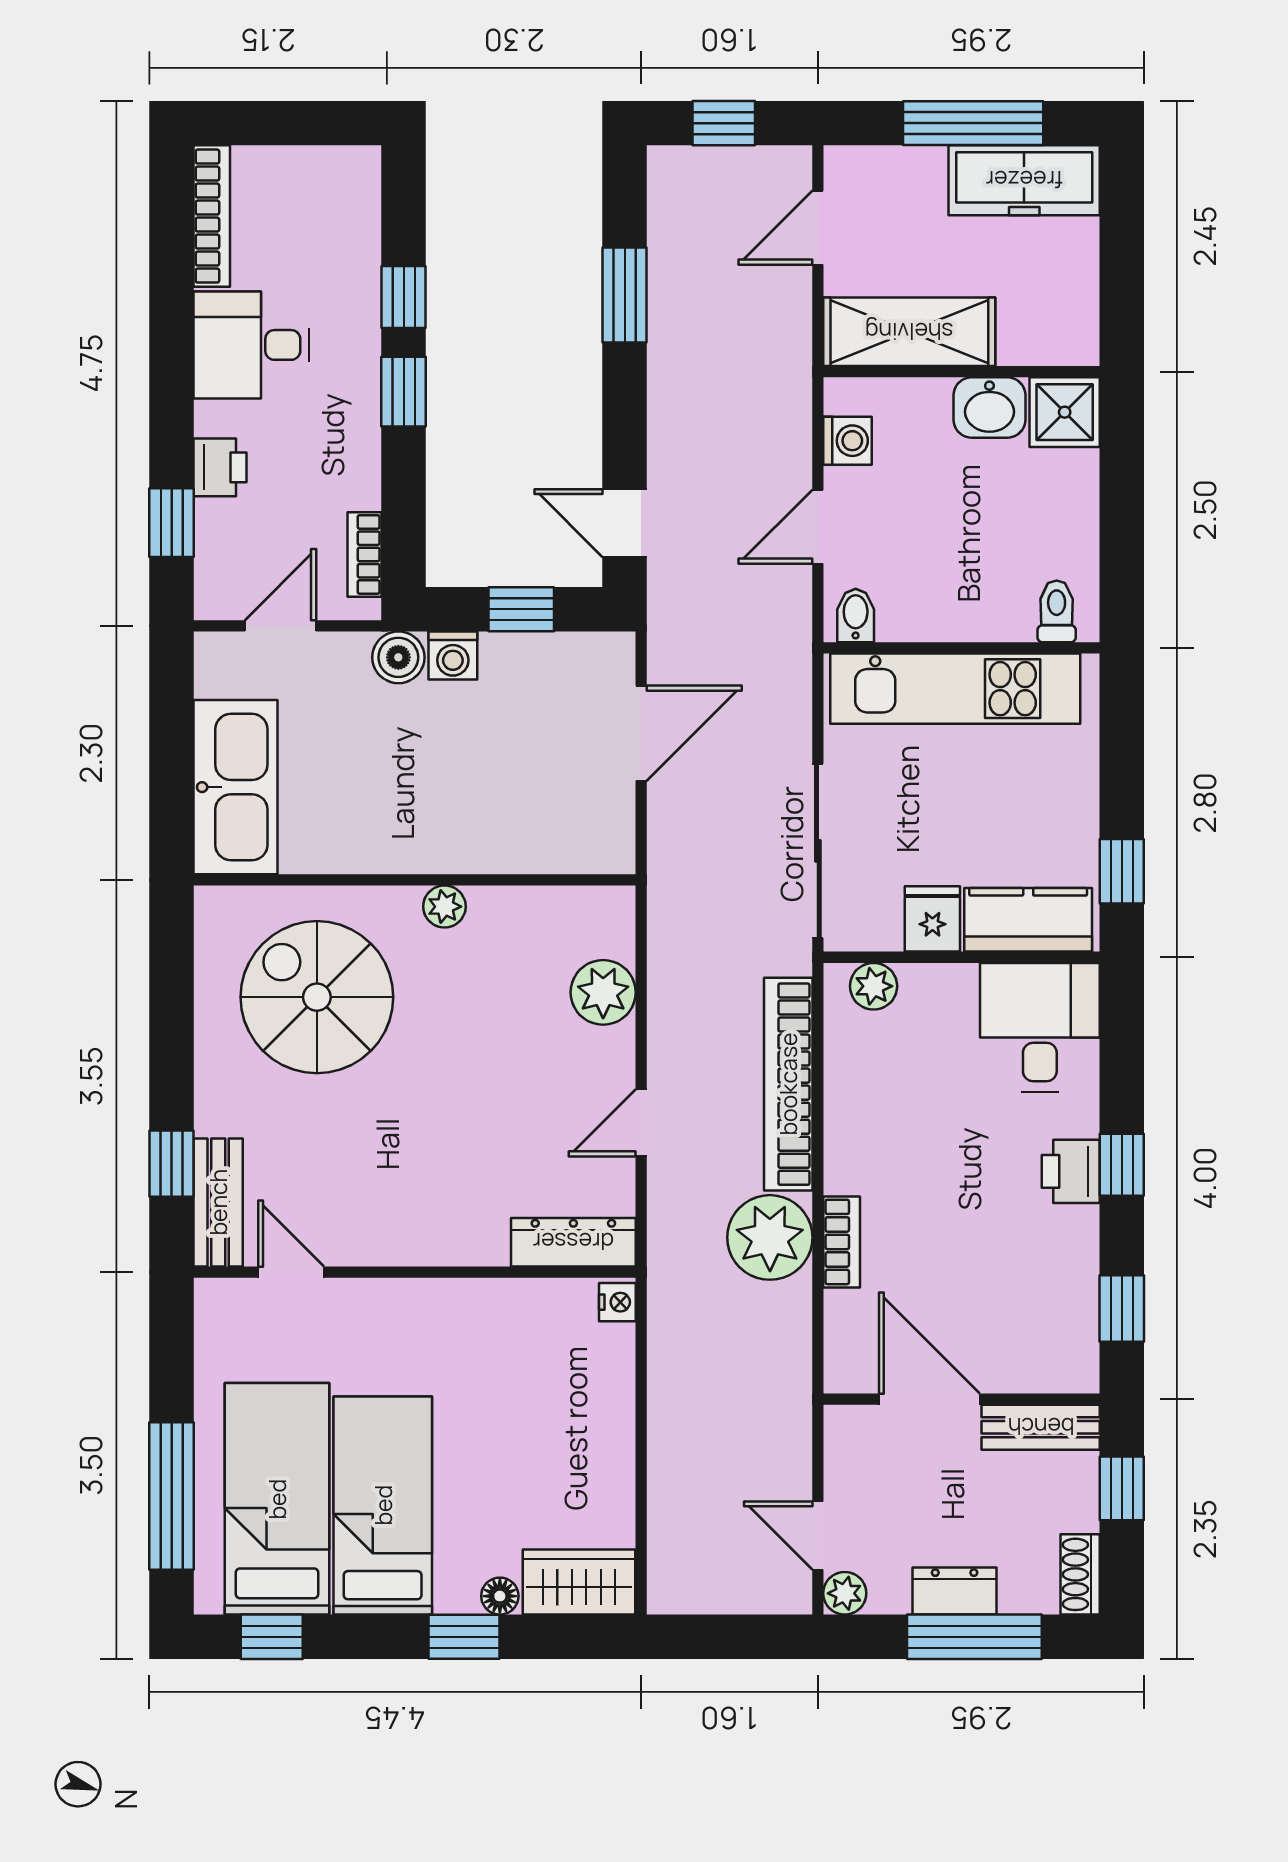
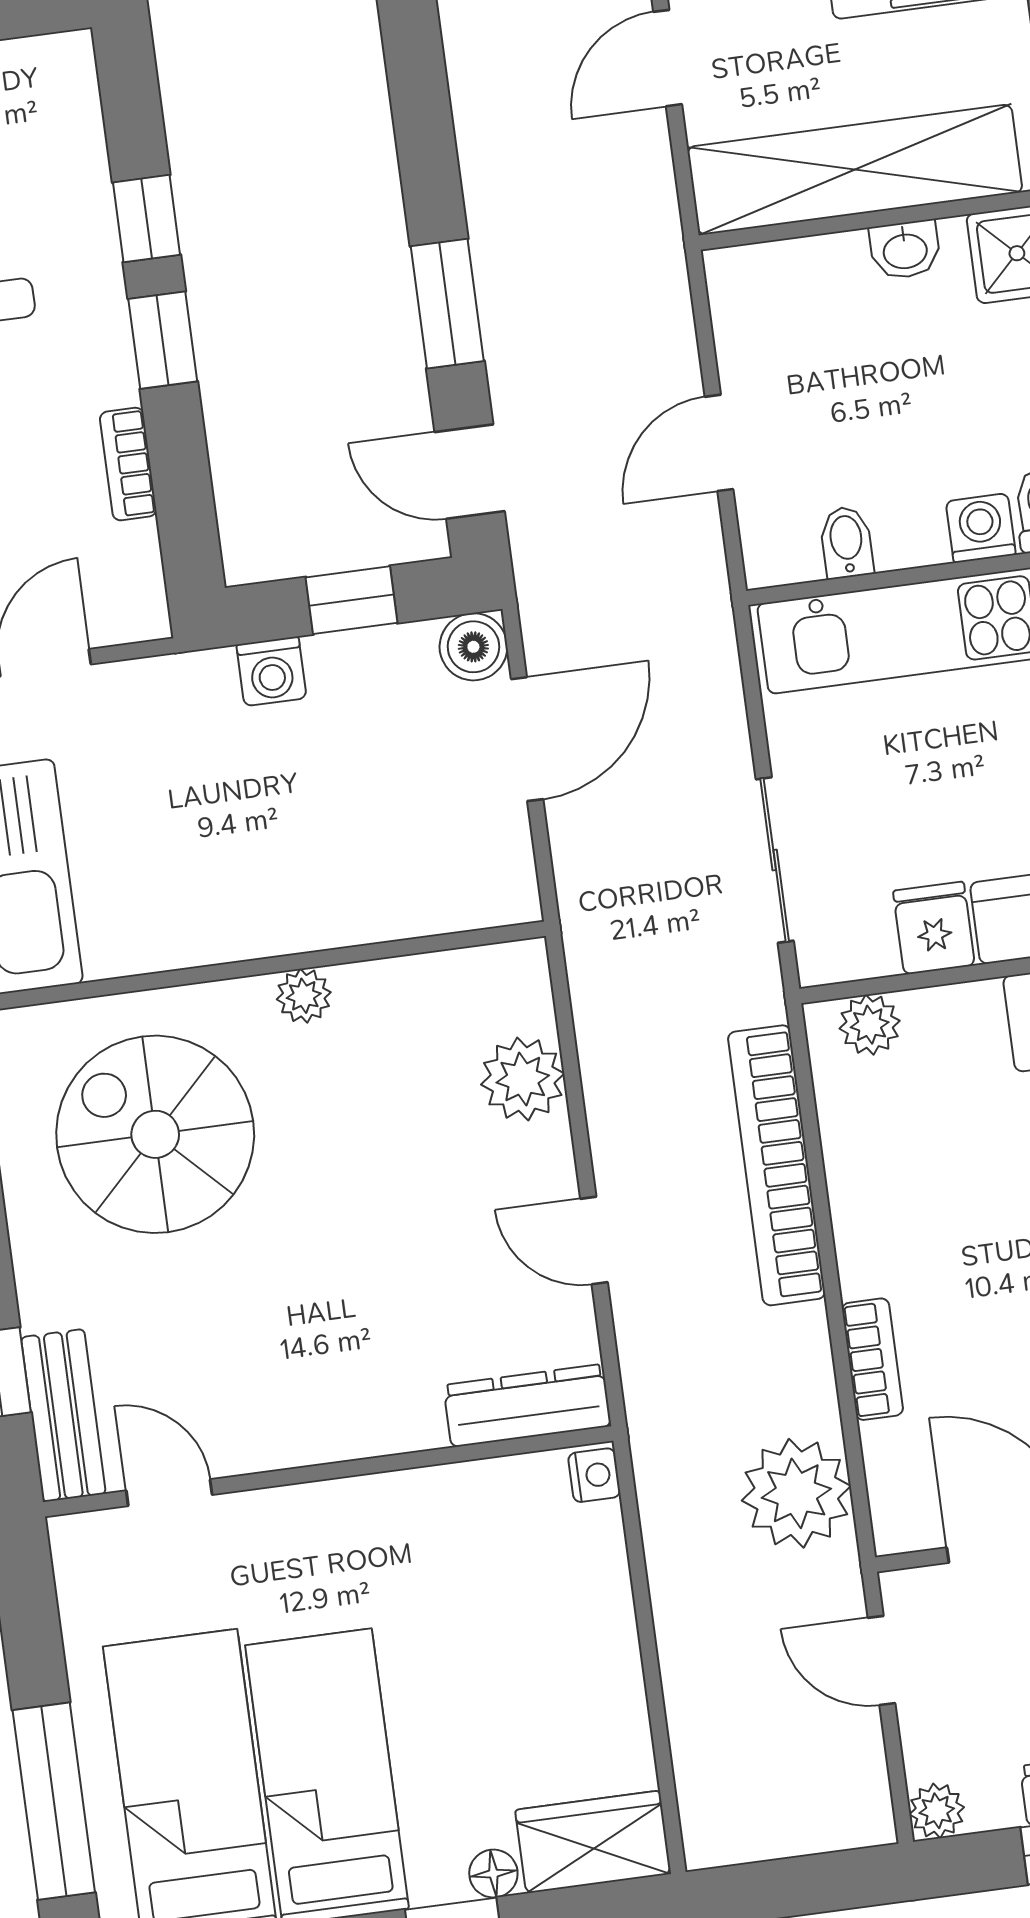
window: (625, 295) -> (447, 304), moved
shelving: (909, 332) -> (855, 170), width x1.47
washbasin: (989, 408) -> (905, 250), width x0.72, depth x0.69
washing machine: (847, 441) -> (981, 528), moved, turned -90
bookcase: (365, 554) -> (128, 464), moved
bidet: (856, 616) -> (847, 542), moved
boiler: (398, 657) -> (473, 647), moved
sliding door: (818, 851) -> (775, 860), width x0.73
door: (641, 1123) -> (594, 1240), hinge flipped
plant: (770, 1237) -> (796, 1493), moved
door: (818, 1535) -> (881, 1660), moved

